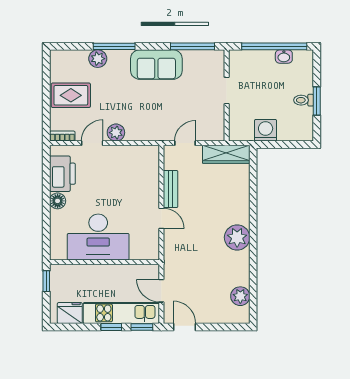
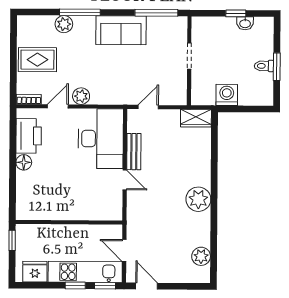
window: (274, 46) -> (236, 13), width x0.32
wardrobe: (226, 154) -> (196, 118), width x0.67
desk: (98, 237) -> (101, 139), moved, turned -90

